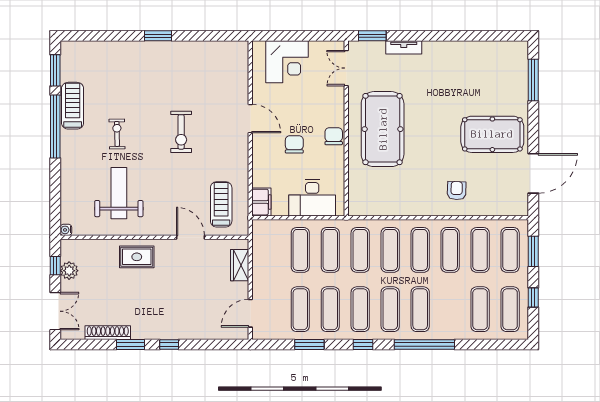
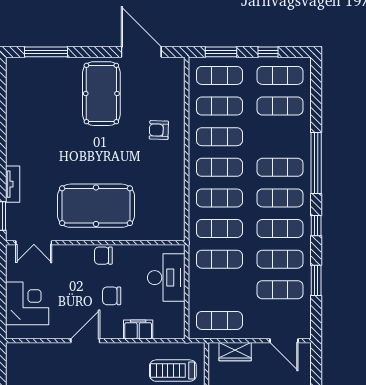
filing cabinet: (261, 202) -> (138, 329), moved
exercise mat: (300, 250) -> (219, 320), moved

